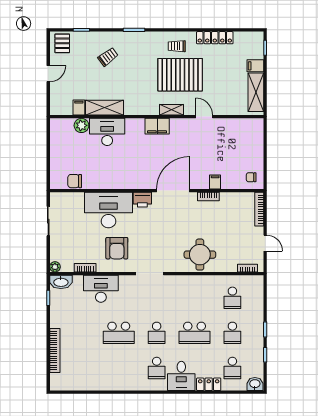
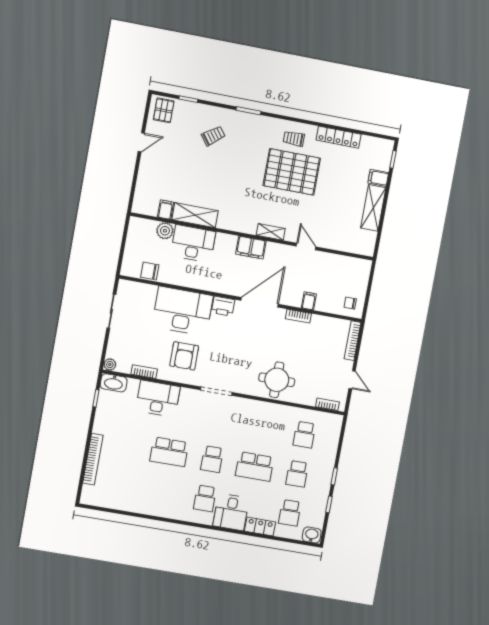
filing cabinet: (79, 108) -> (166, 210), moved
shelving: (105, 108) -> (195, 215), moved
shelving: (172, 110) -> (271, 232), moved
wall: (157, 117) -> (252, 237), moved
door: (204, 117) -> (306, 247), moved
plant: (81, 125) -> (165, 231), moved
filing cabinet: (157, 126) -> (251, 248), moved
desk: (107, 132) -> (193, 244), moved

